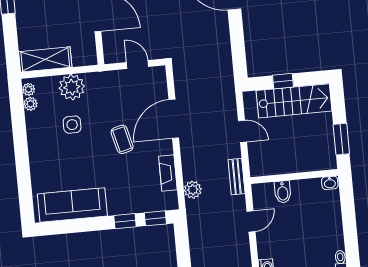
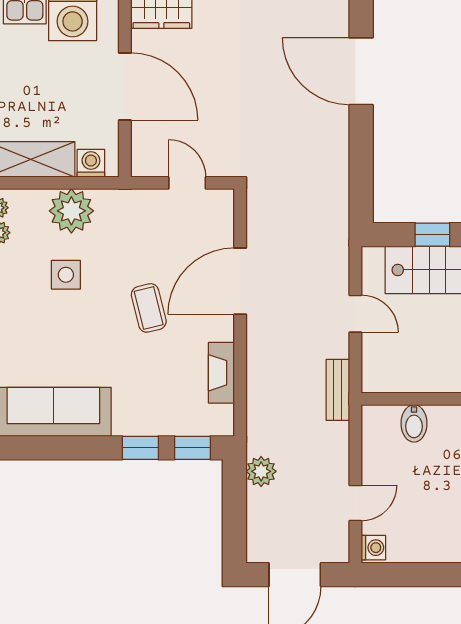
washing machine: (81, 58) -> (91, 163), added
plant: (193, 190) -> (261, 471), moved
door: (251, 221) -> (355, 503), moved

